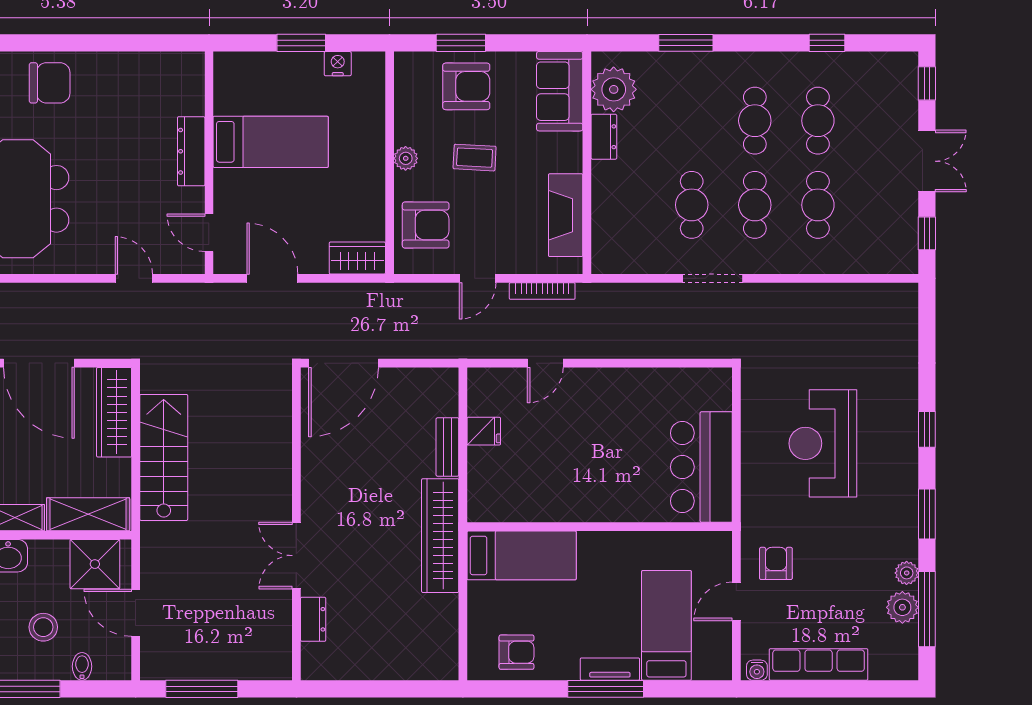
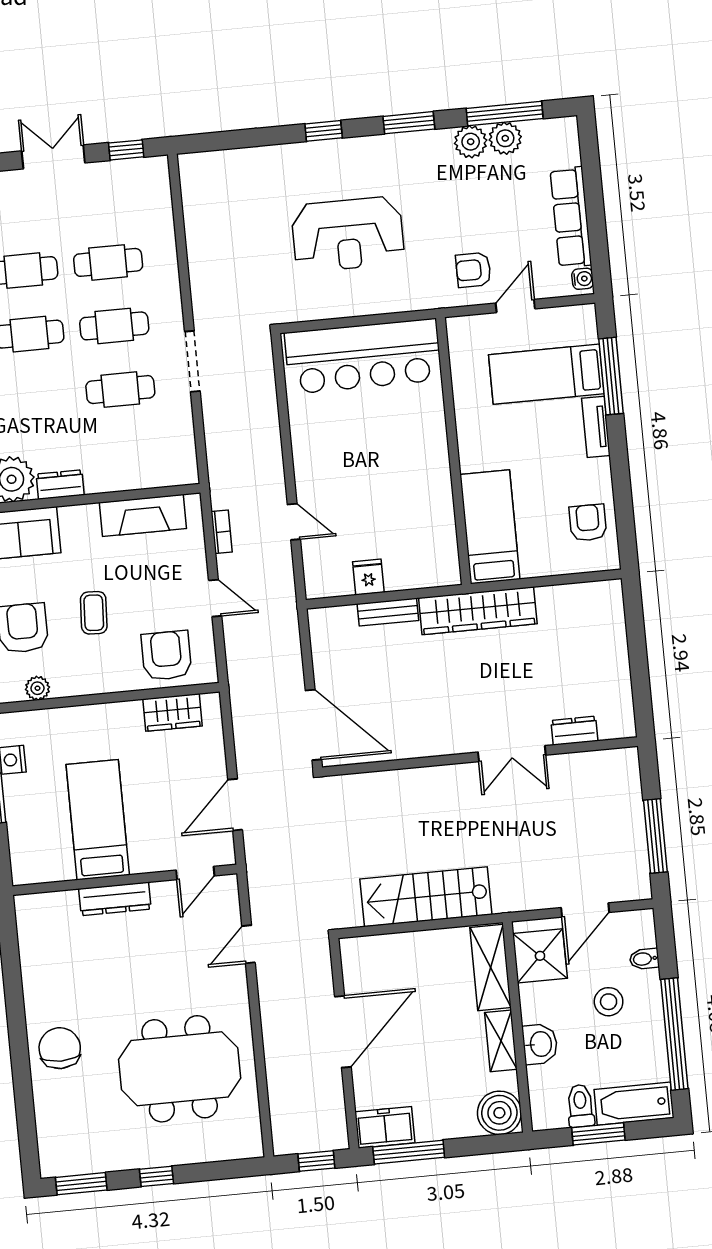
plant: (406, 158) -> (38, 688), moved
wardrobe: (357, 258) -> (172, 712), moved, turned -90
bookcase: (542, 291) -> (222, 532), width x0.64
wardrobe: (114, 412) -> (385, 951), removed
bar counter: (701, 467) -> (363, 356), width x1.36
plant: (907, 573) -> (471, 142), width x1.38, depth x1.38
door: (736, 601) -> (515, 306), swing flipped
window: (606, 689) -> (611, 376), moved

